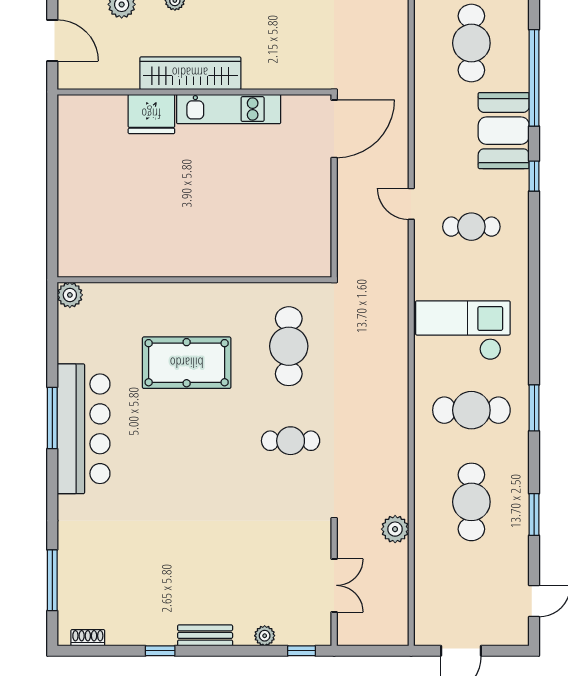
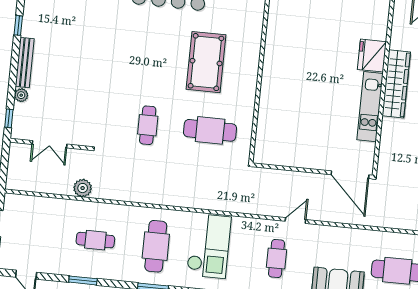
cafe table: (471, 502) -> (95, 240), width x0.73, depth x0.74
bench: (205, 635) -> (25, 63), width x1.36

